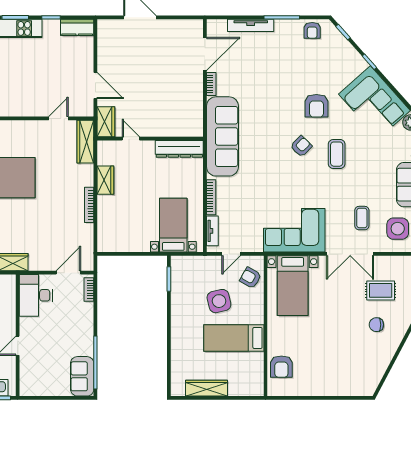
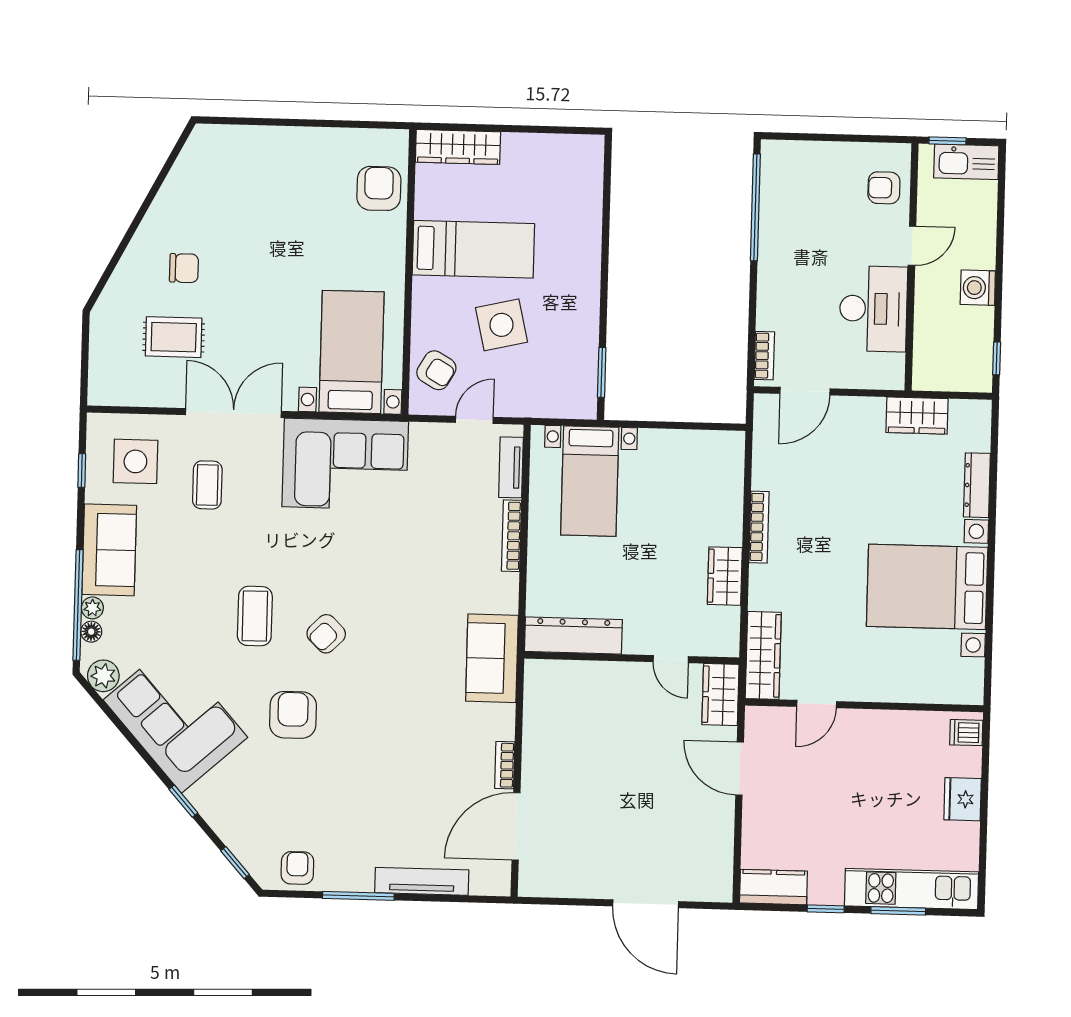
sofa: (222, 136) -> (492, 658), width x0.54, depth x0.79
desk: (36, 295) -> (873, 309), moved
armchair: (32, 374) -> (884, 188), added
sofa: (82, 376) -> (783, 180), removed
wardrobe: (206, 388) -> (458, 147), moved

